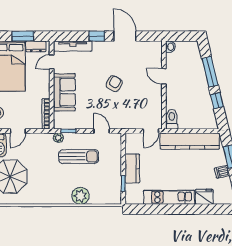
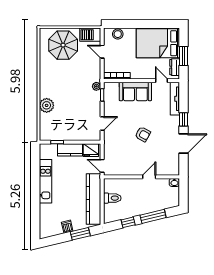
toilet: (172, 119) -> (112, 198), moved
sun lounger: (79, 156) -> (80, 104), removed
fridge: (204, 197) -> (91, 150), moved, turned 90

